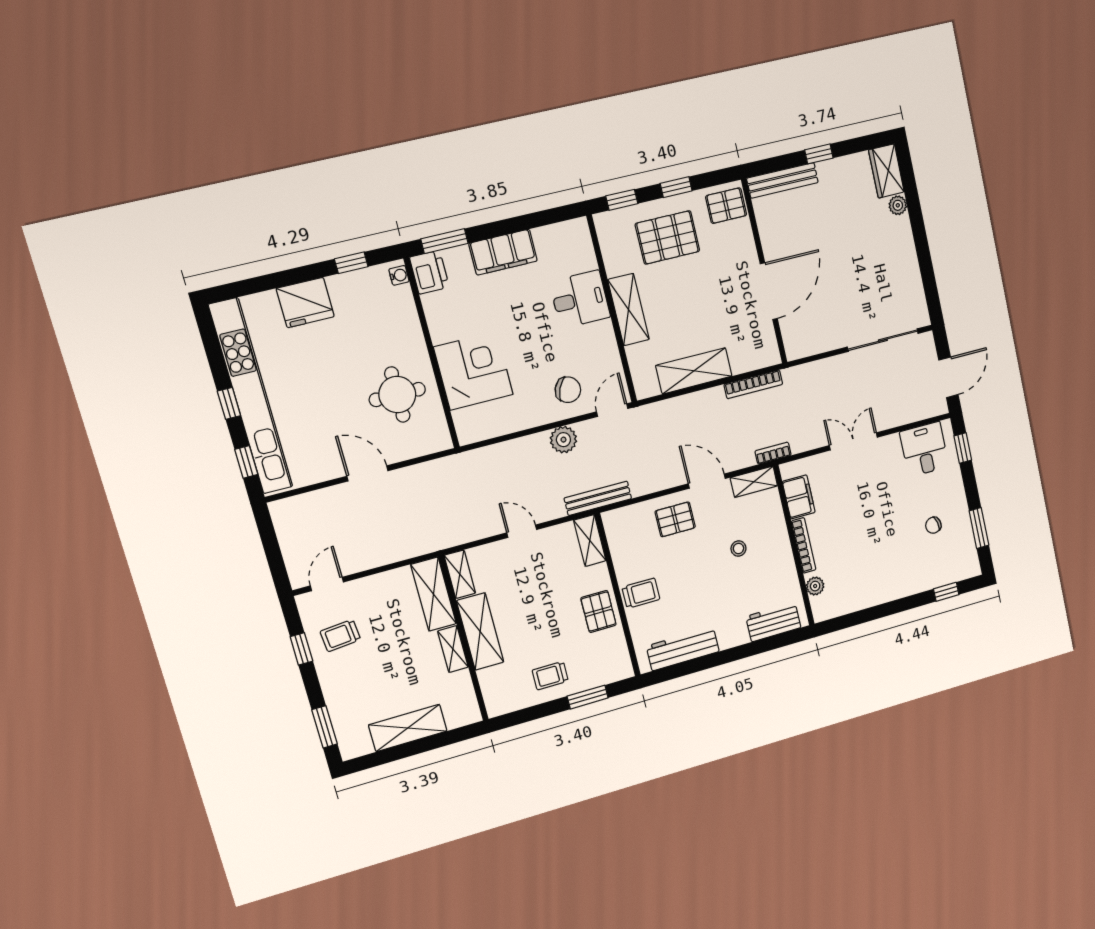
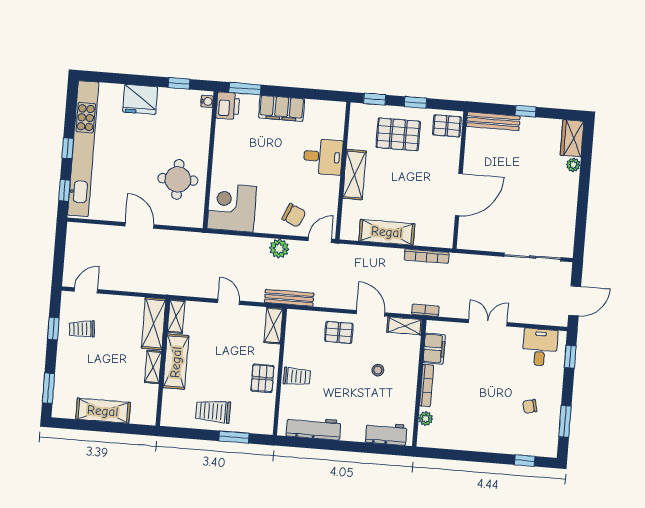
corner desk: (473, 371) -> (232, 207), moved, turned -90
trolley: (550, 676) -> (213, 411), width x1.36, depth x1.39

